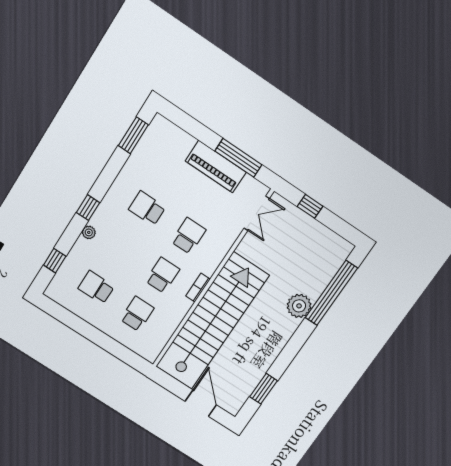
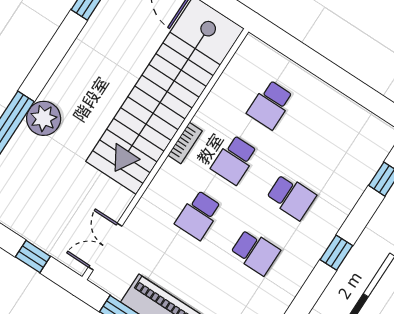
plant: (89, 232) -> (336, 219), removed
school desk: (96, 287) -> (291, 197), moved

